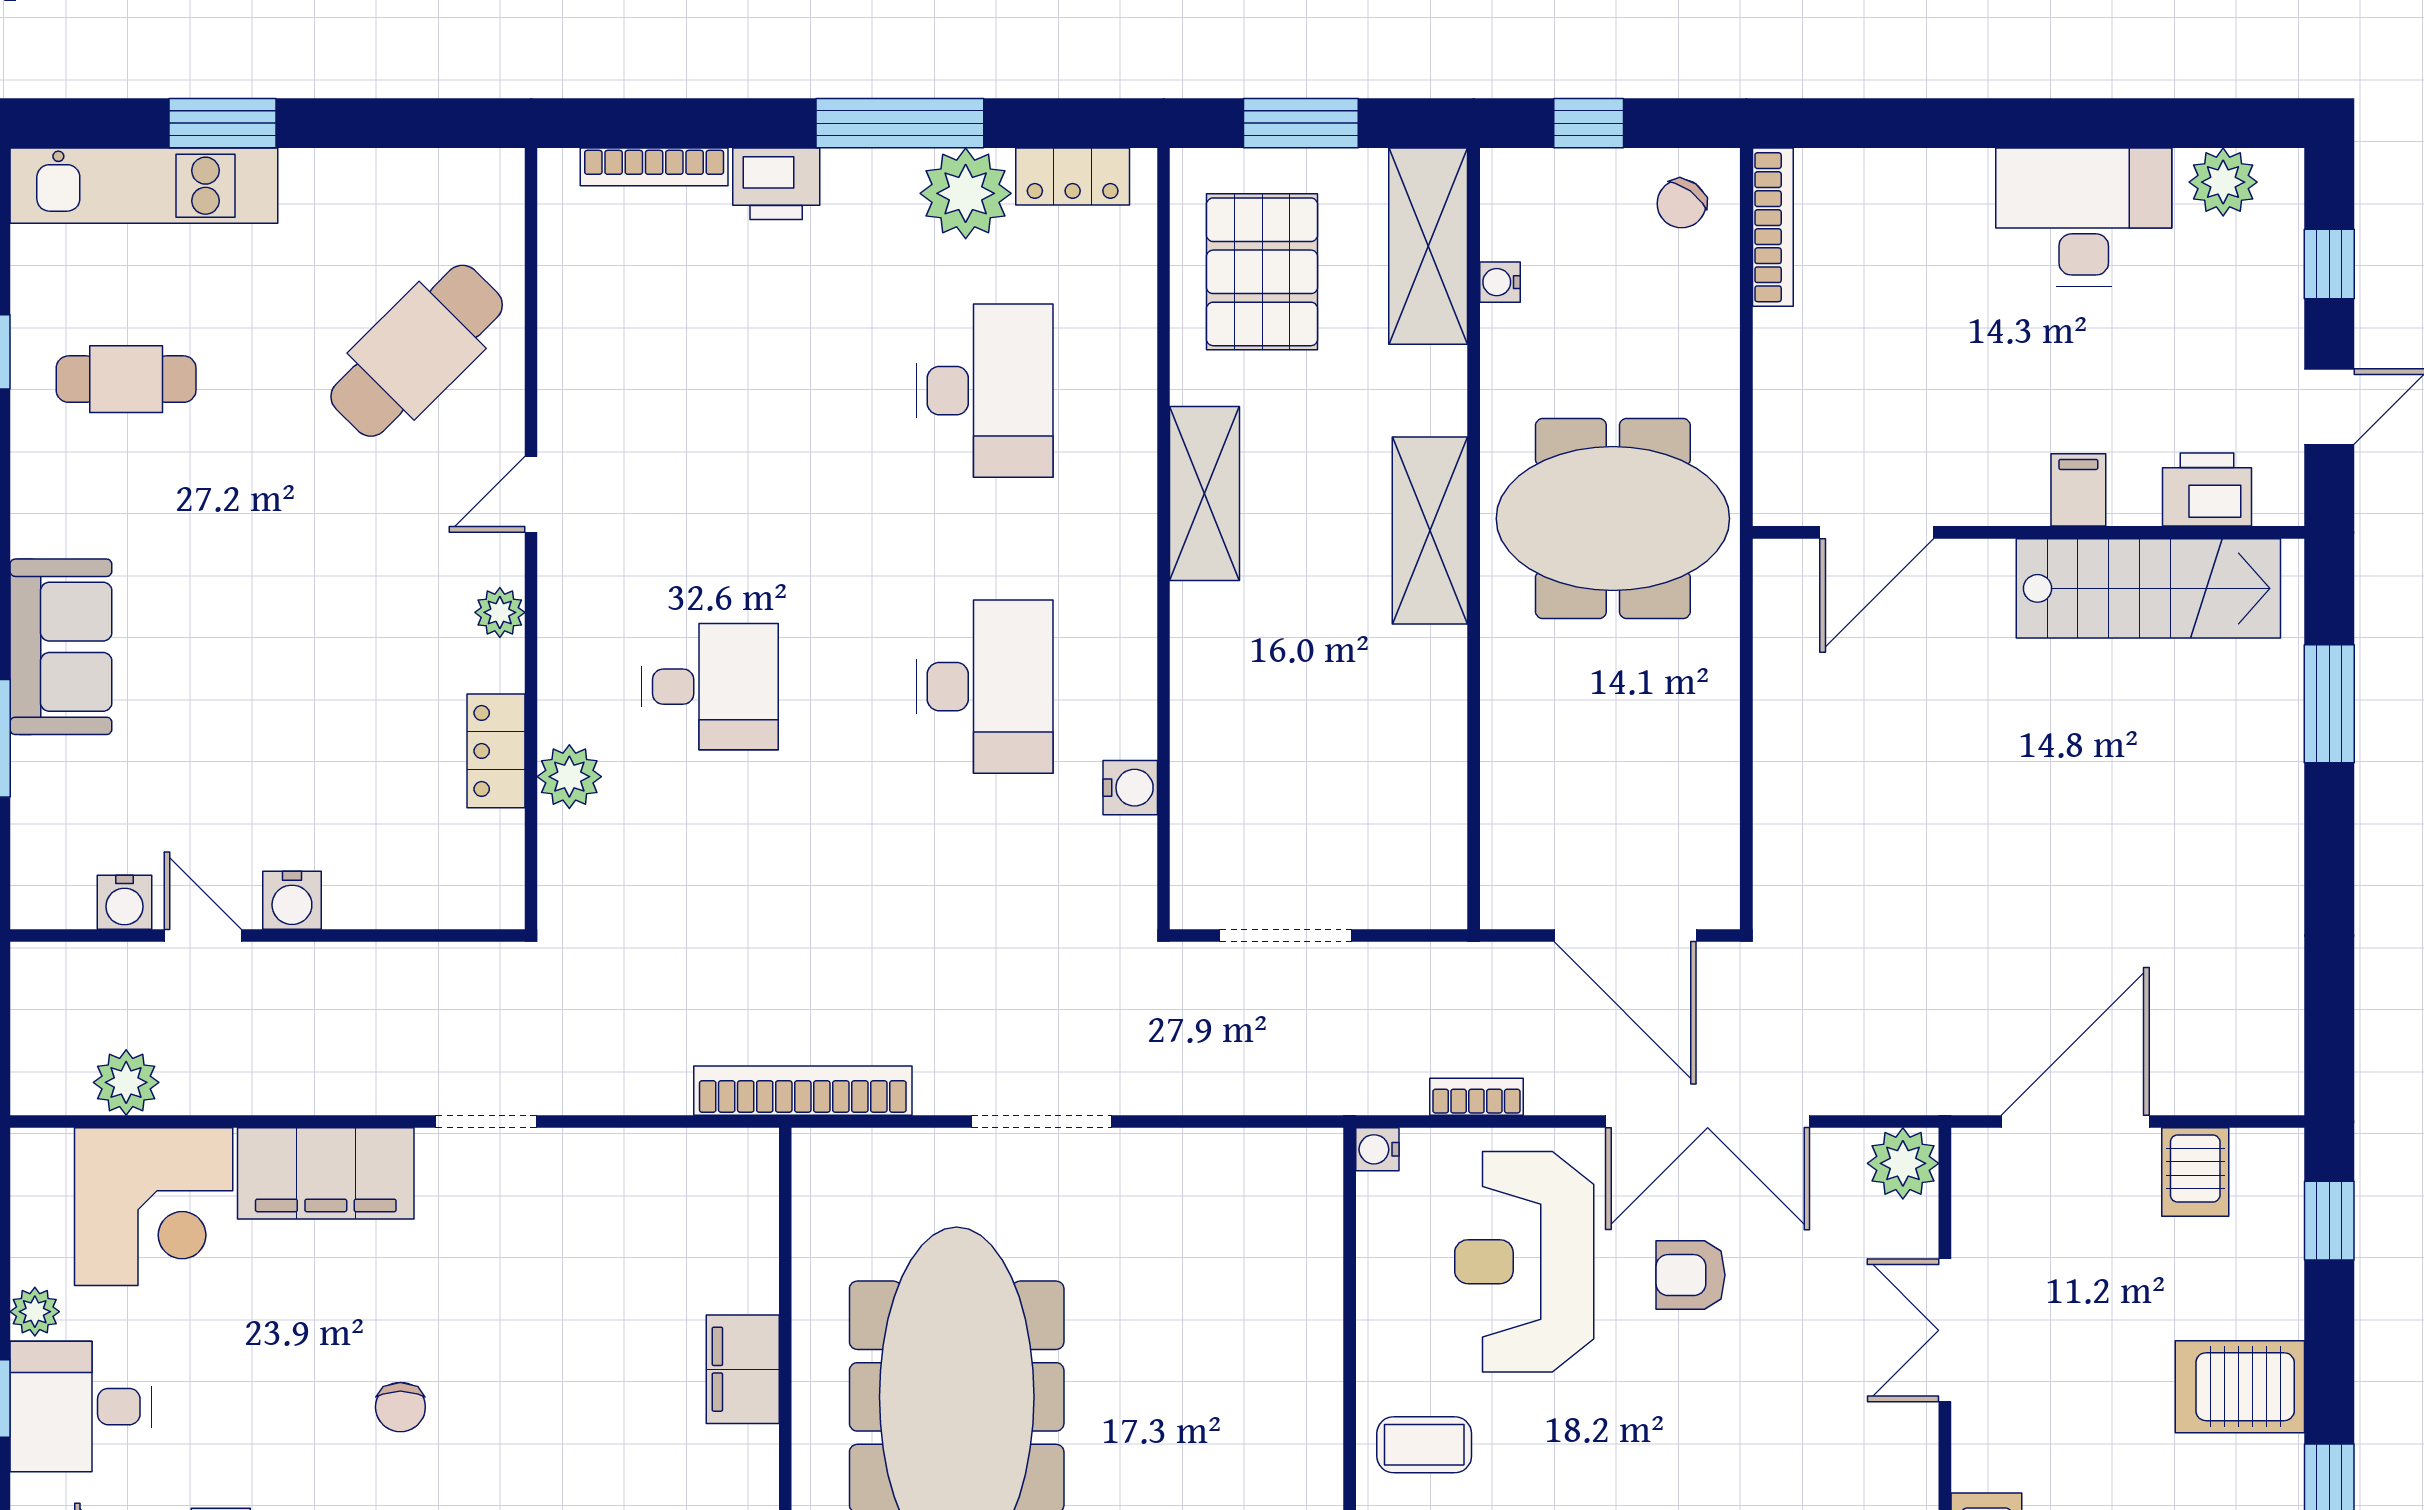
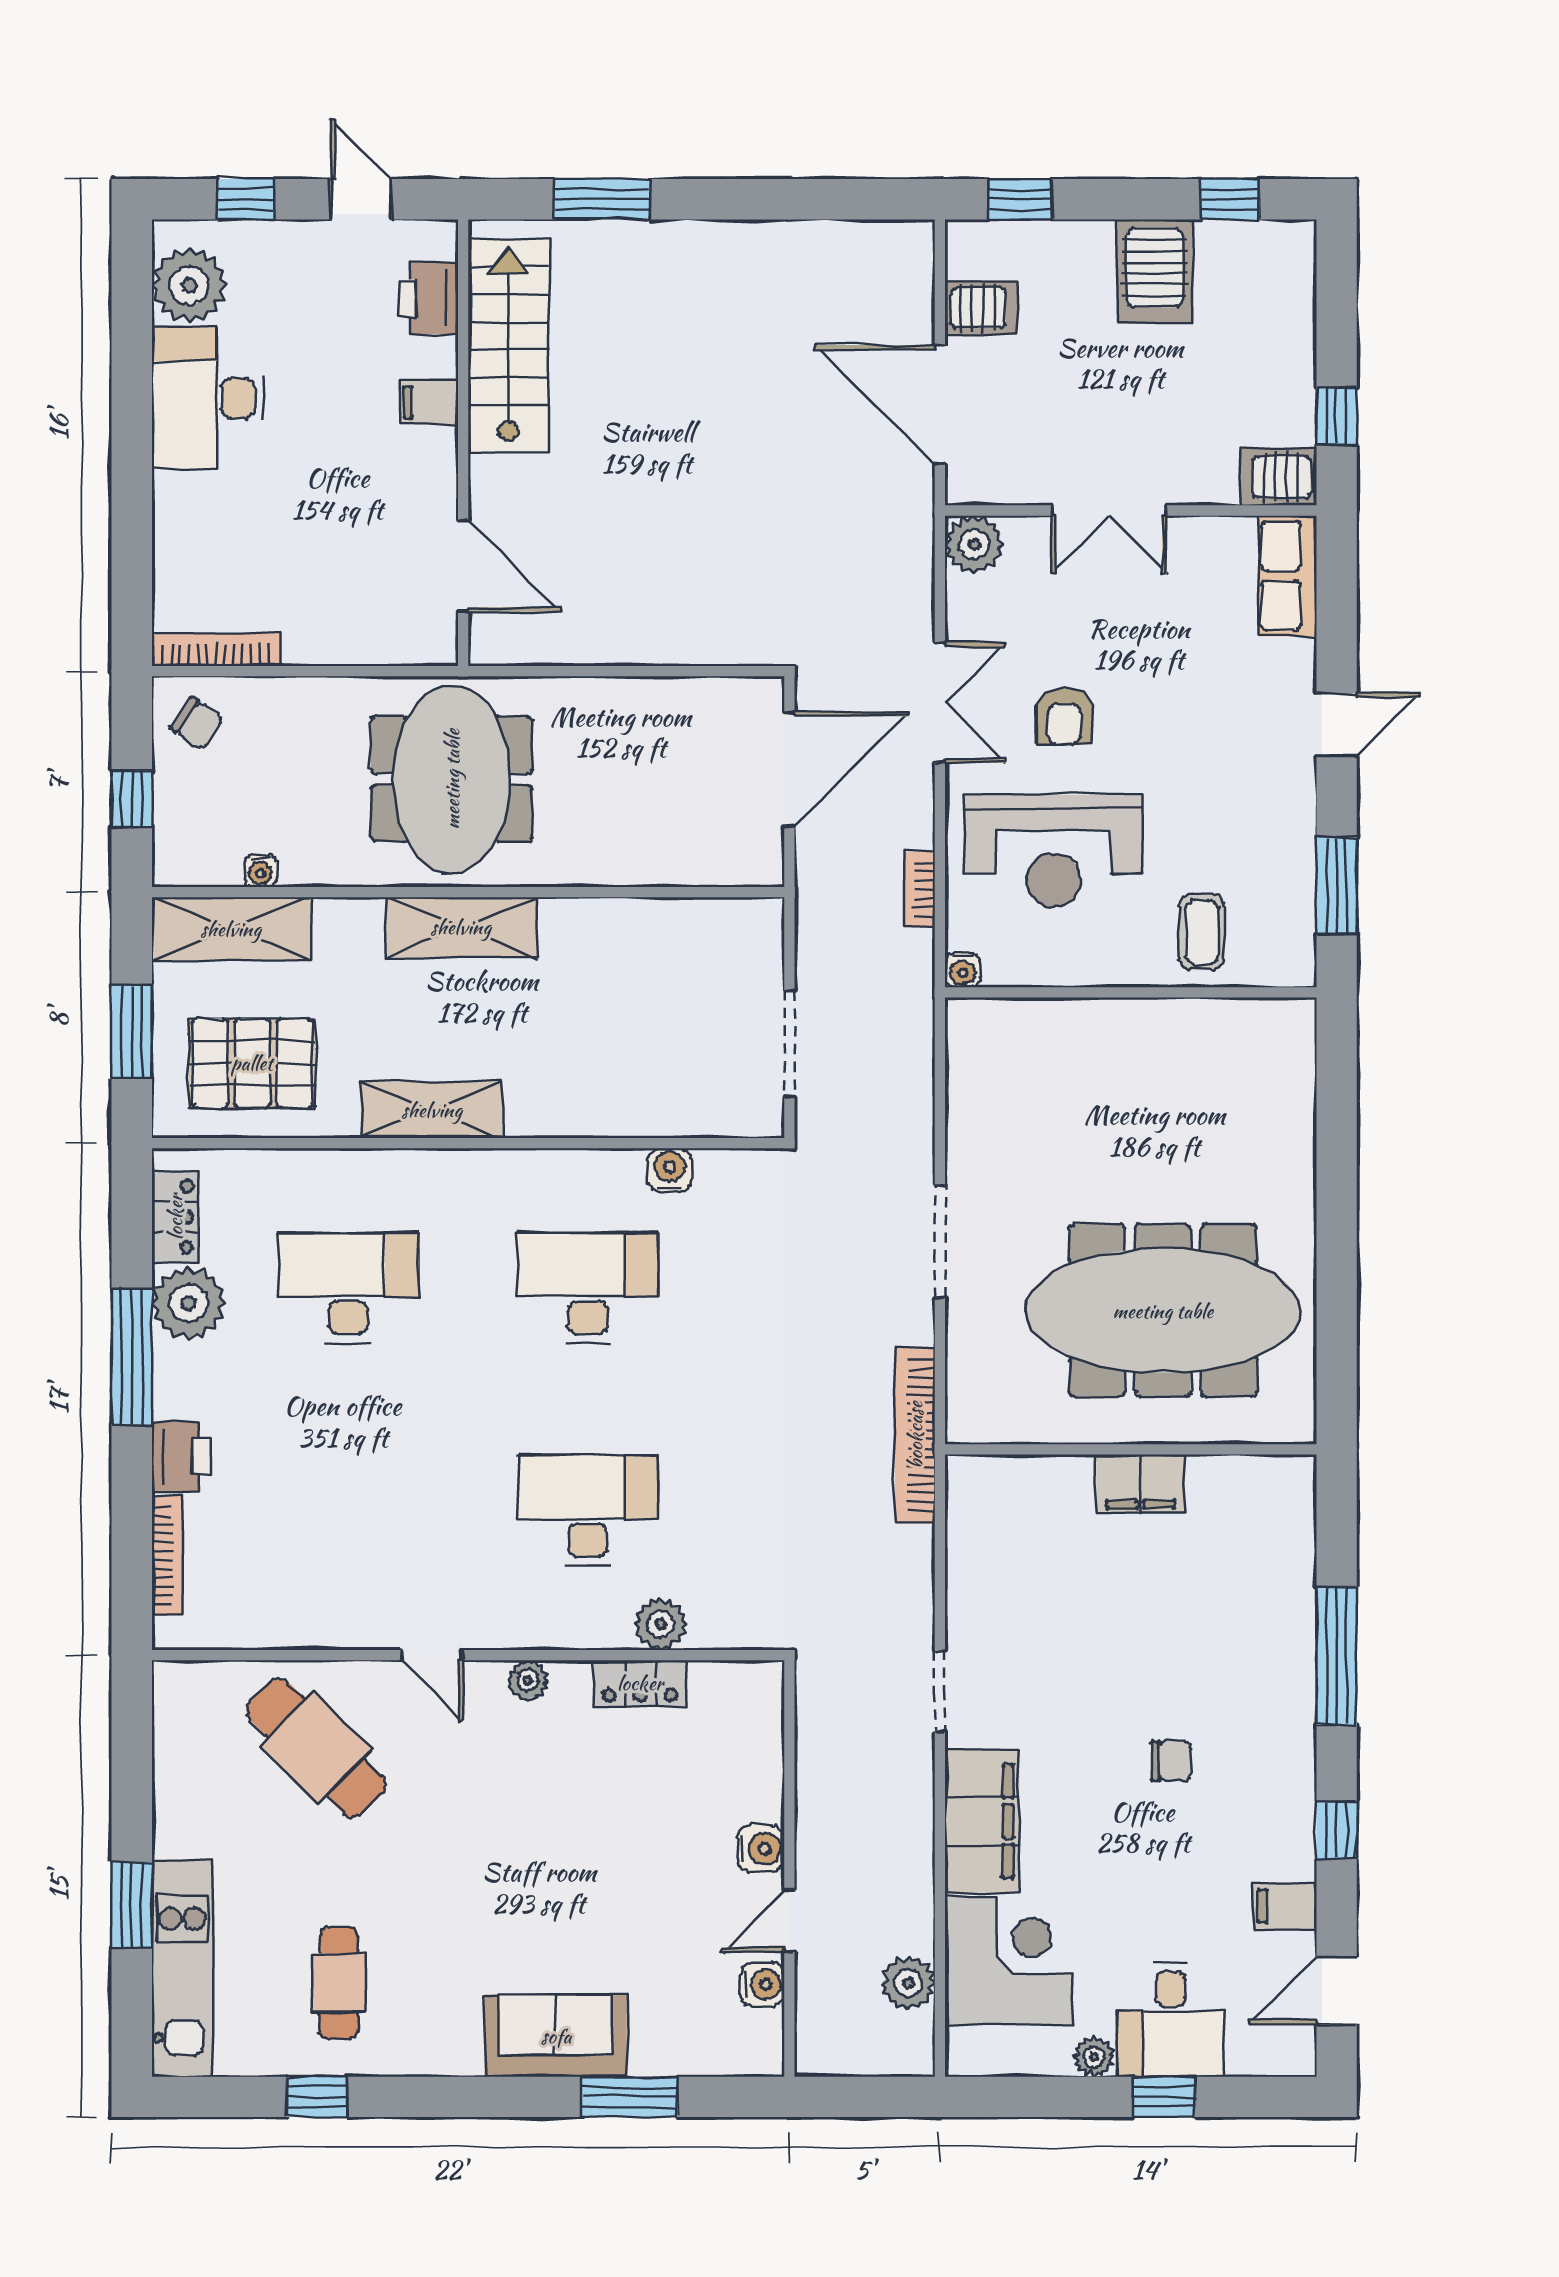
plant: (2223, 182) -> (189, 285), width x1.36, depth x1.36
desk: (710, 687) -> (588, 1510), width x1.37
double door: (1708, 1122) -> (940, 703), width x0.73

